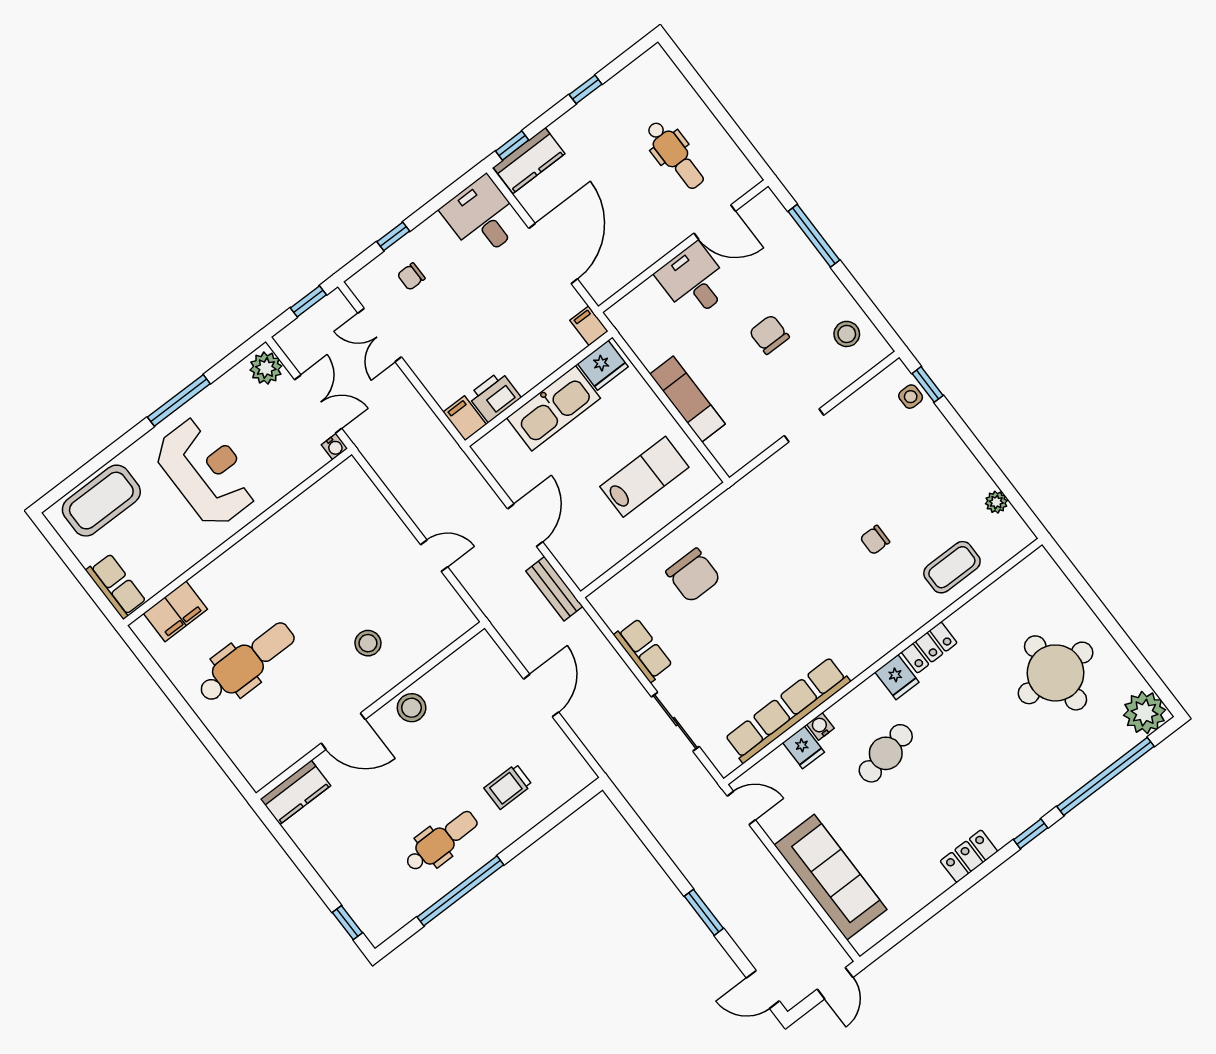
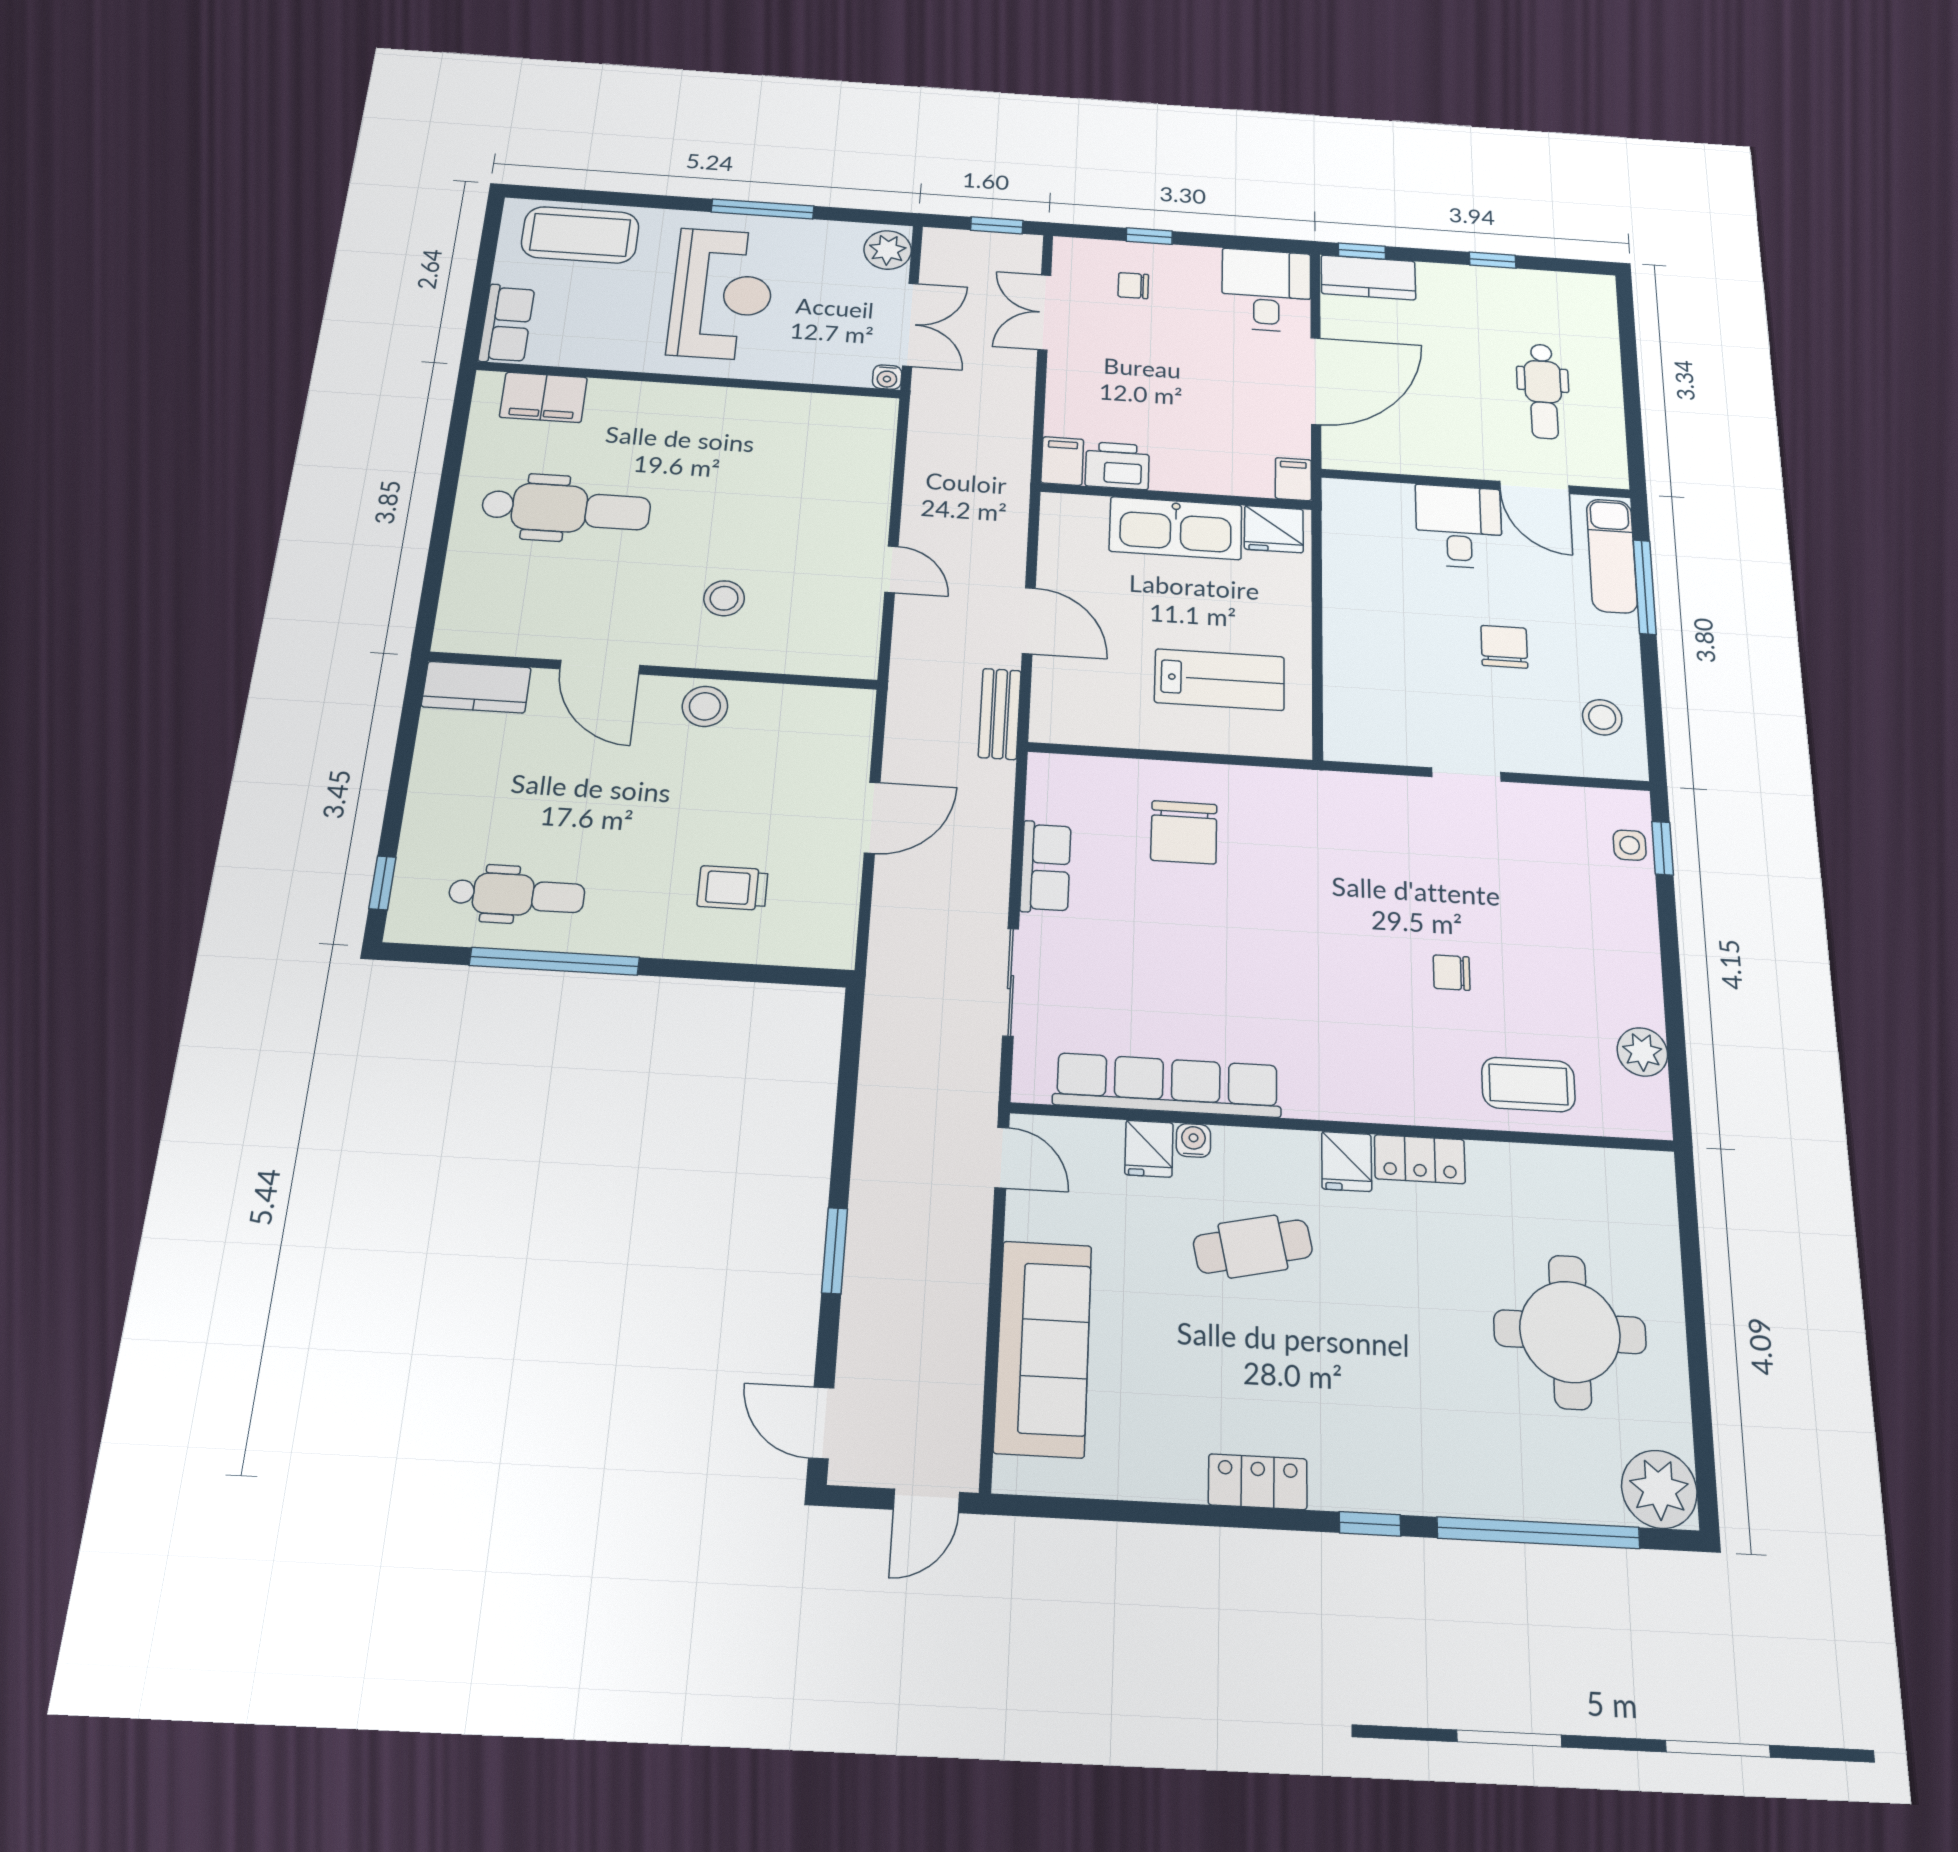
exam couch: (688, 399) -> (1612, 556), moved, turned 180
plant: (996, 502) -> (1642, 1052), width x1.38, depth x1.38
door: (525, 525) -> (1029, 621), hinge flipped
dental chair: (441, 841) -> (517, 895), moved

